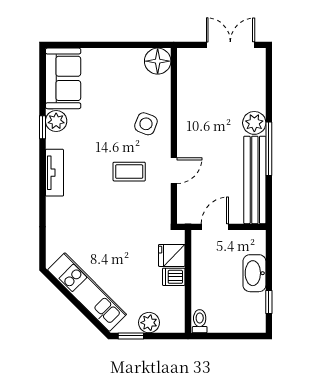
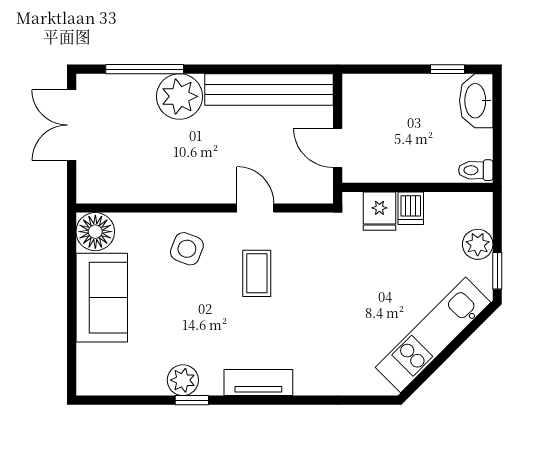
sofa: (63, 78) -> (102, 298), moved, turned 90
plant: (254, 123) -> (179, 96), width x1.36, depth x1.36
window: (269, 149) -> (145, 69), moved
washbasin: (254, 273) -> (476, 101), moved, turned 90

